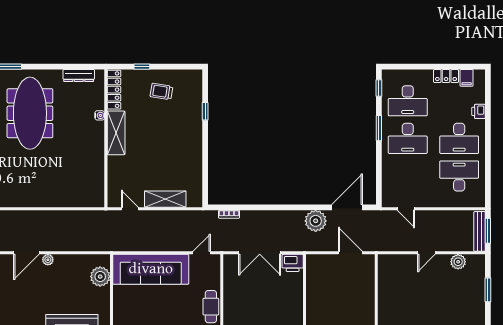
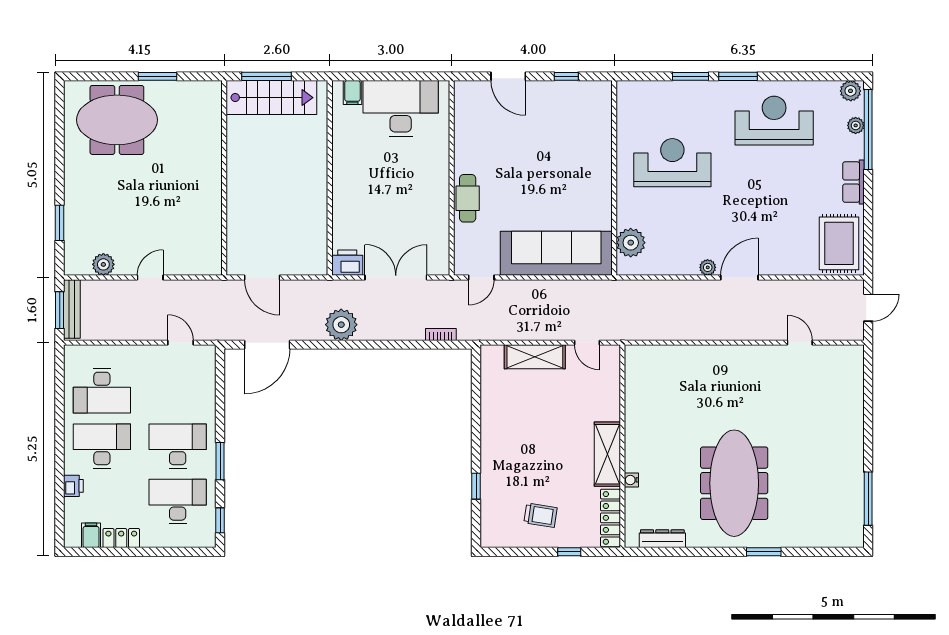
plant: (316, 221) -> (341, 325), moved

